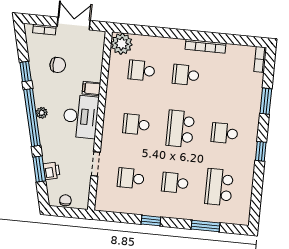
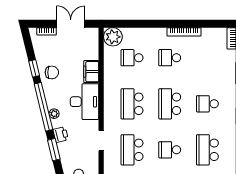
chair: (58, 65) -> (52, 72), moved
filing cabinet: (91, 88) -> (91, 72), width x2.00
plant: (42, 113) -> (54, 114), moved
school desk: (136, 124) -> (132, 104), width x1.85
printer: (52, 171) -> (61, 135), moved
school desk: (131, 178) -> (132, 150), width x1.85

